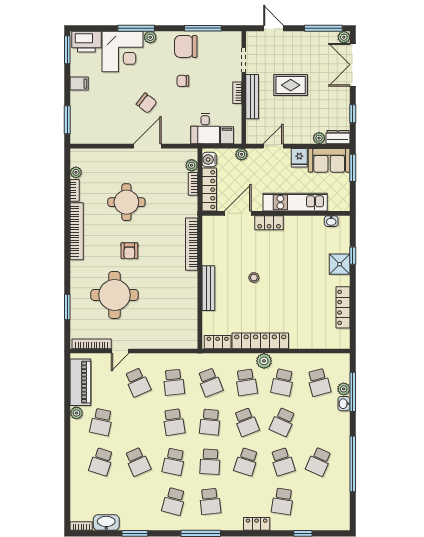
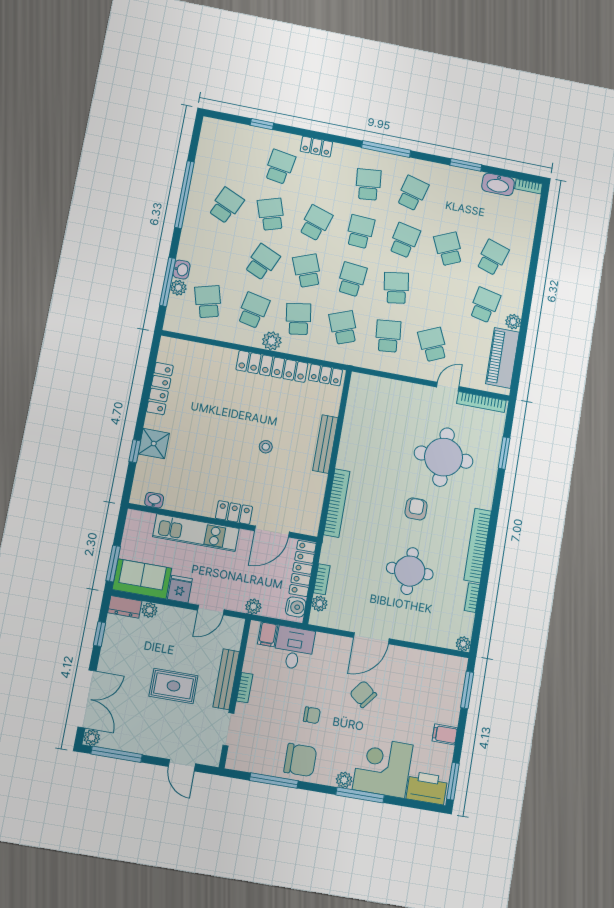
plant: (76, 172) -> (463, 644), moved

